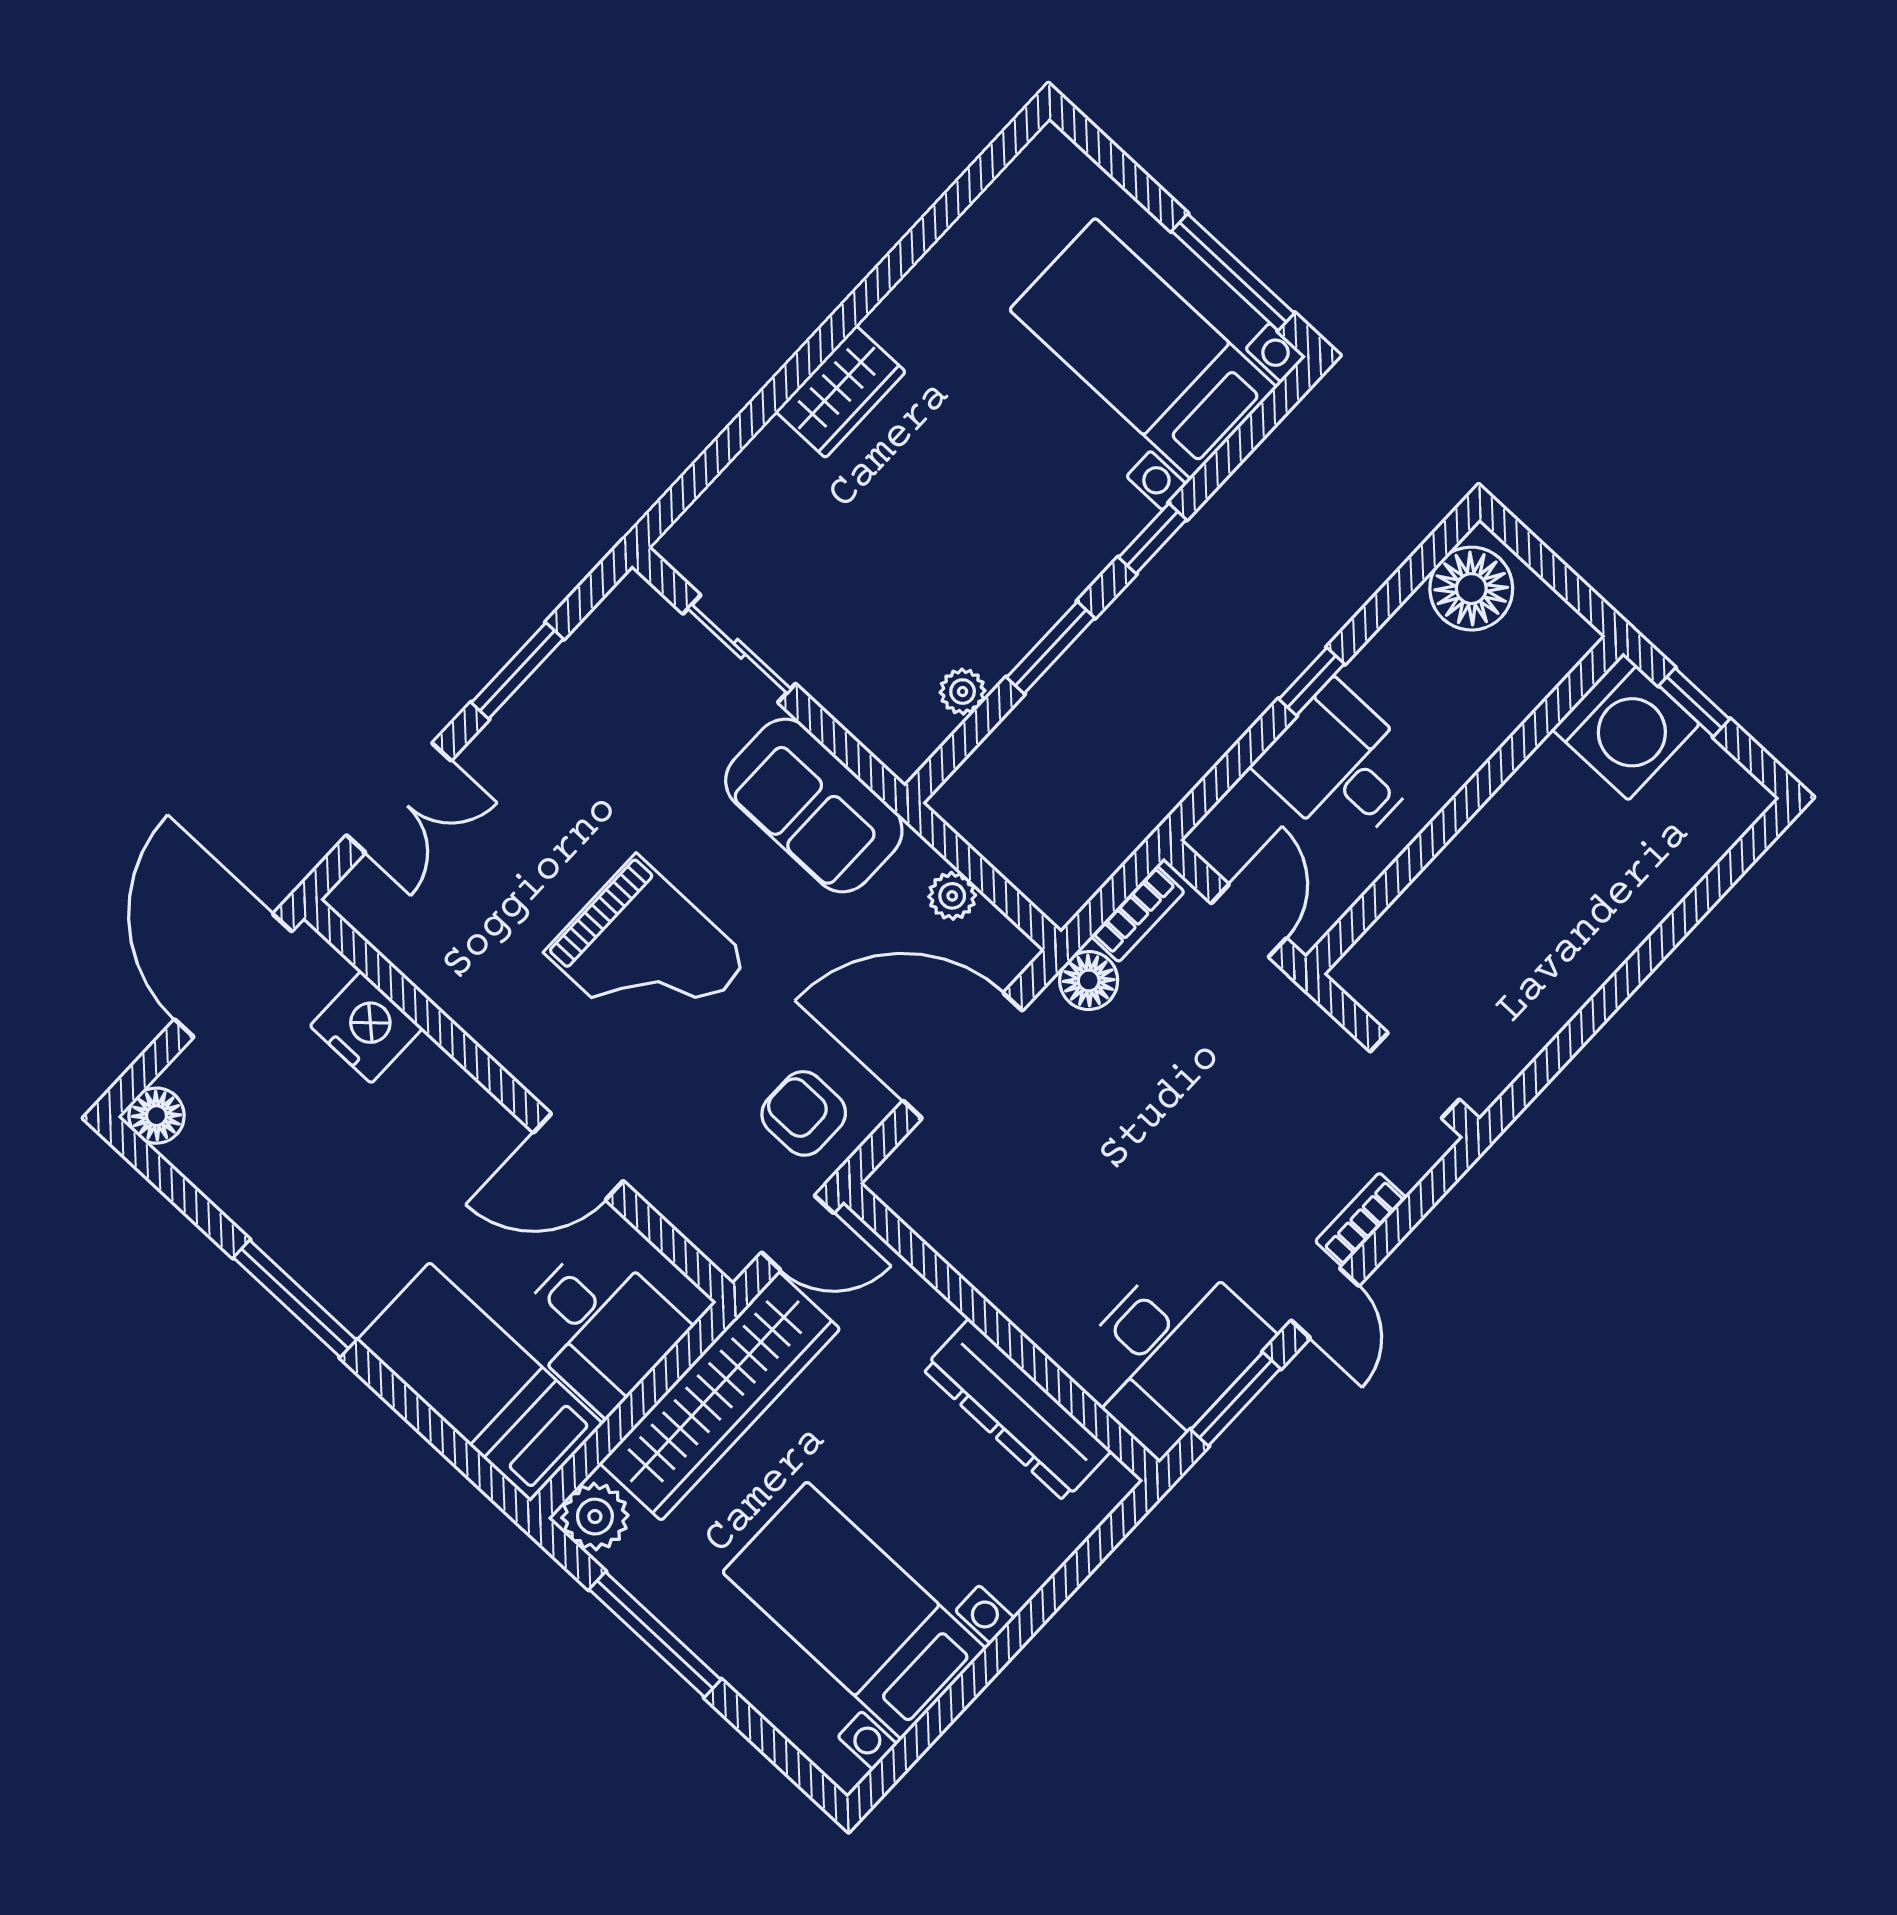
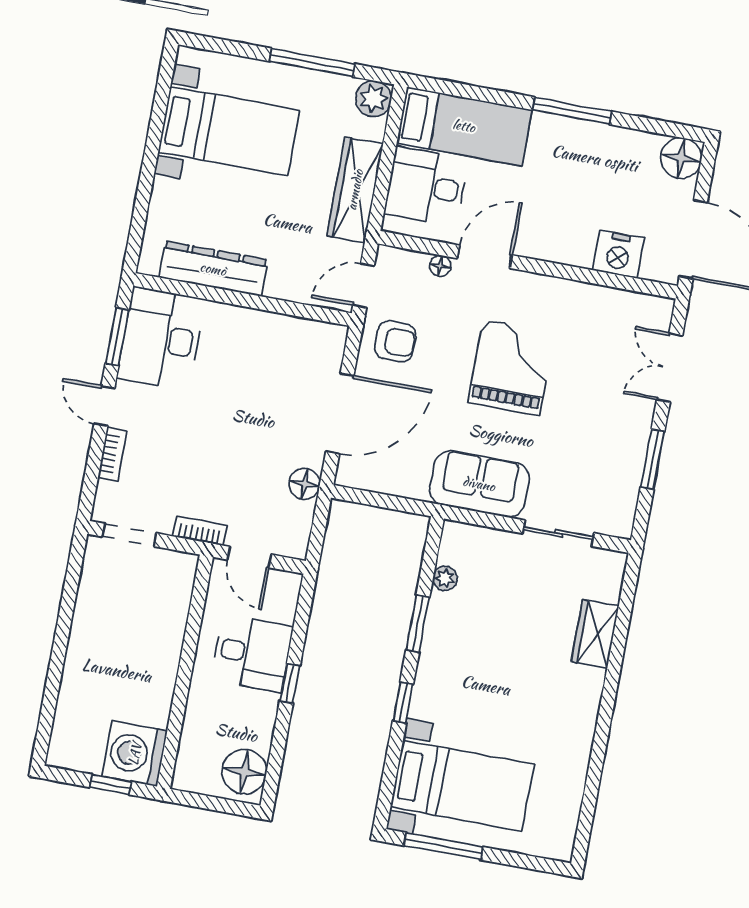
wardrobe: (841, 392) -> (595, 634), moved
plant: (952, 896) -> (391, 483), removed
bookcase: (1138, 914) -> (200, 531), moved, turned 90
grand piano: (647, 956) -> (511, 367), turned 90
floor lamp: (156, 1116) -> (681, 158), width x1.38, depth x1.38
floor lamp: (657, 1187) -> (440, 266), added
wardrobe: (720, 1396) -> (355, 190), width x0.71, depth x0.85

